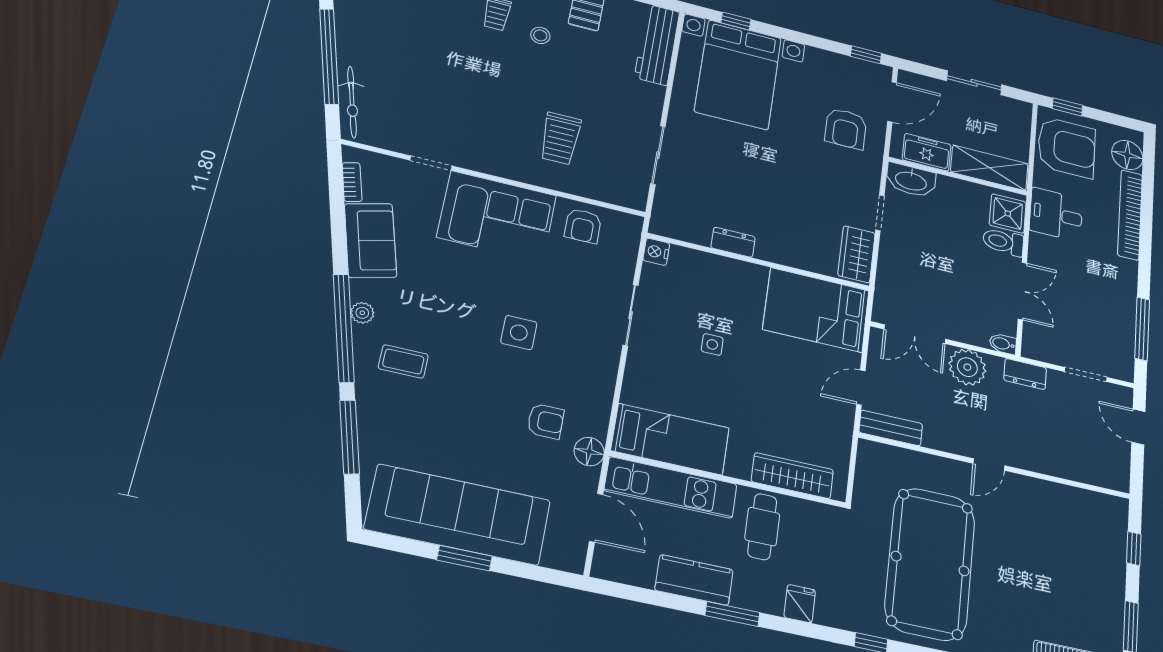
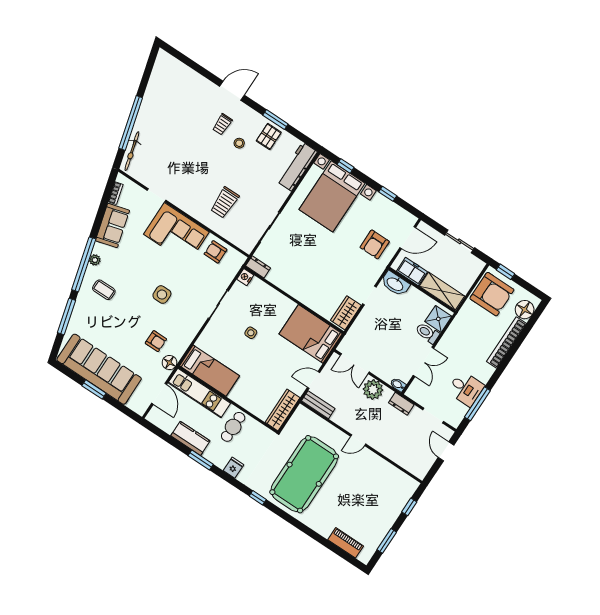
window: (866, 55) -> (388, 194), moved
desk: (1056, 215) -> (466, 389), moved, turned 180
armchair: (583, 226) -> (215, 252), turned 90
dresser: (733, 242) -> (258, 267), moved
wardrobe: (792, 476) -> (283, 410), moved, turned -90

